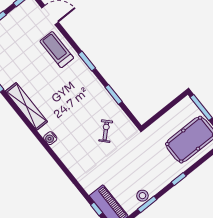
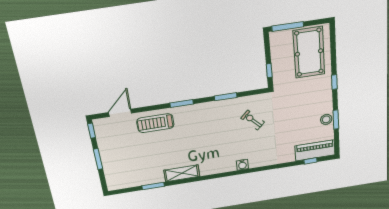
shelving: (26, 106) -> (182, 173), width x0.68
window: (157, 116) -> (269, 71), added
water cooler: (50, 138) -> (242, 165), moved

